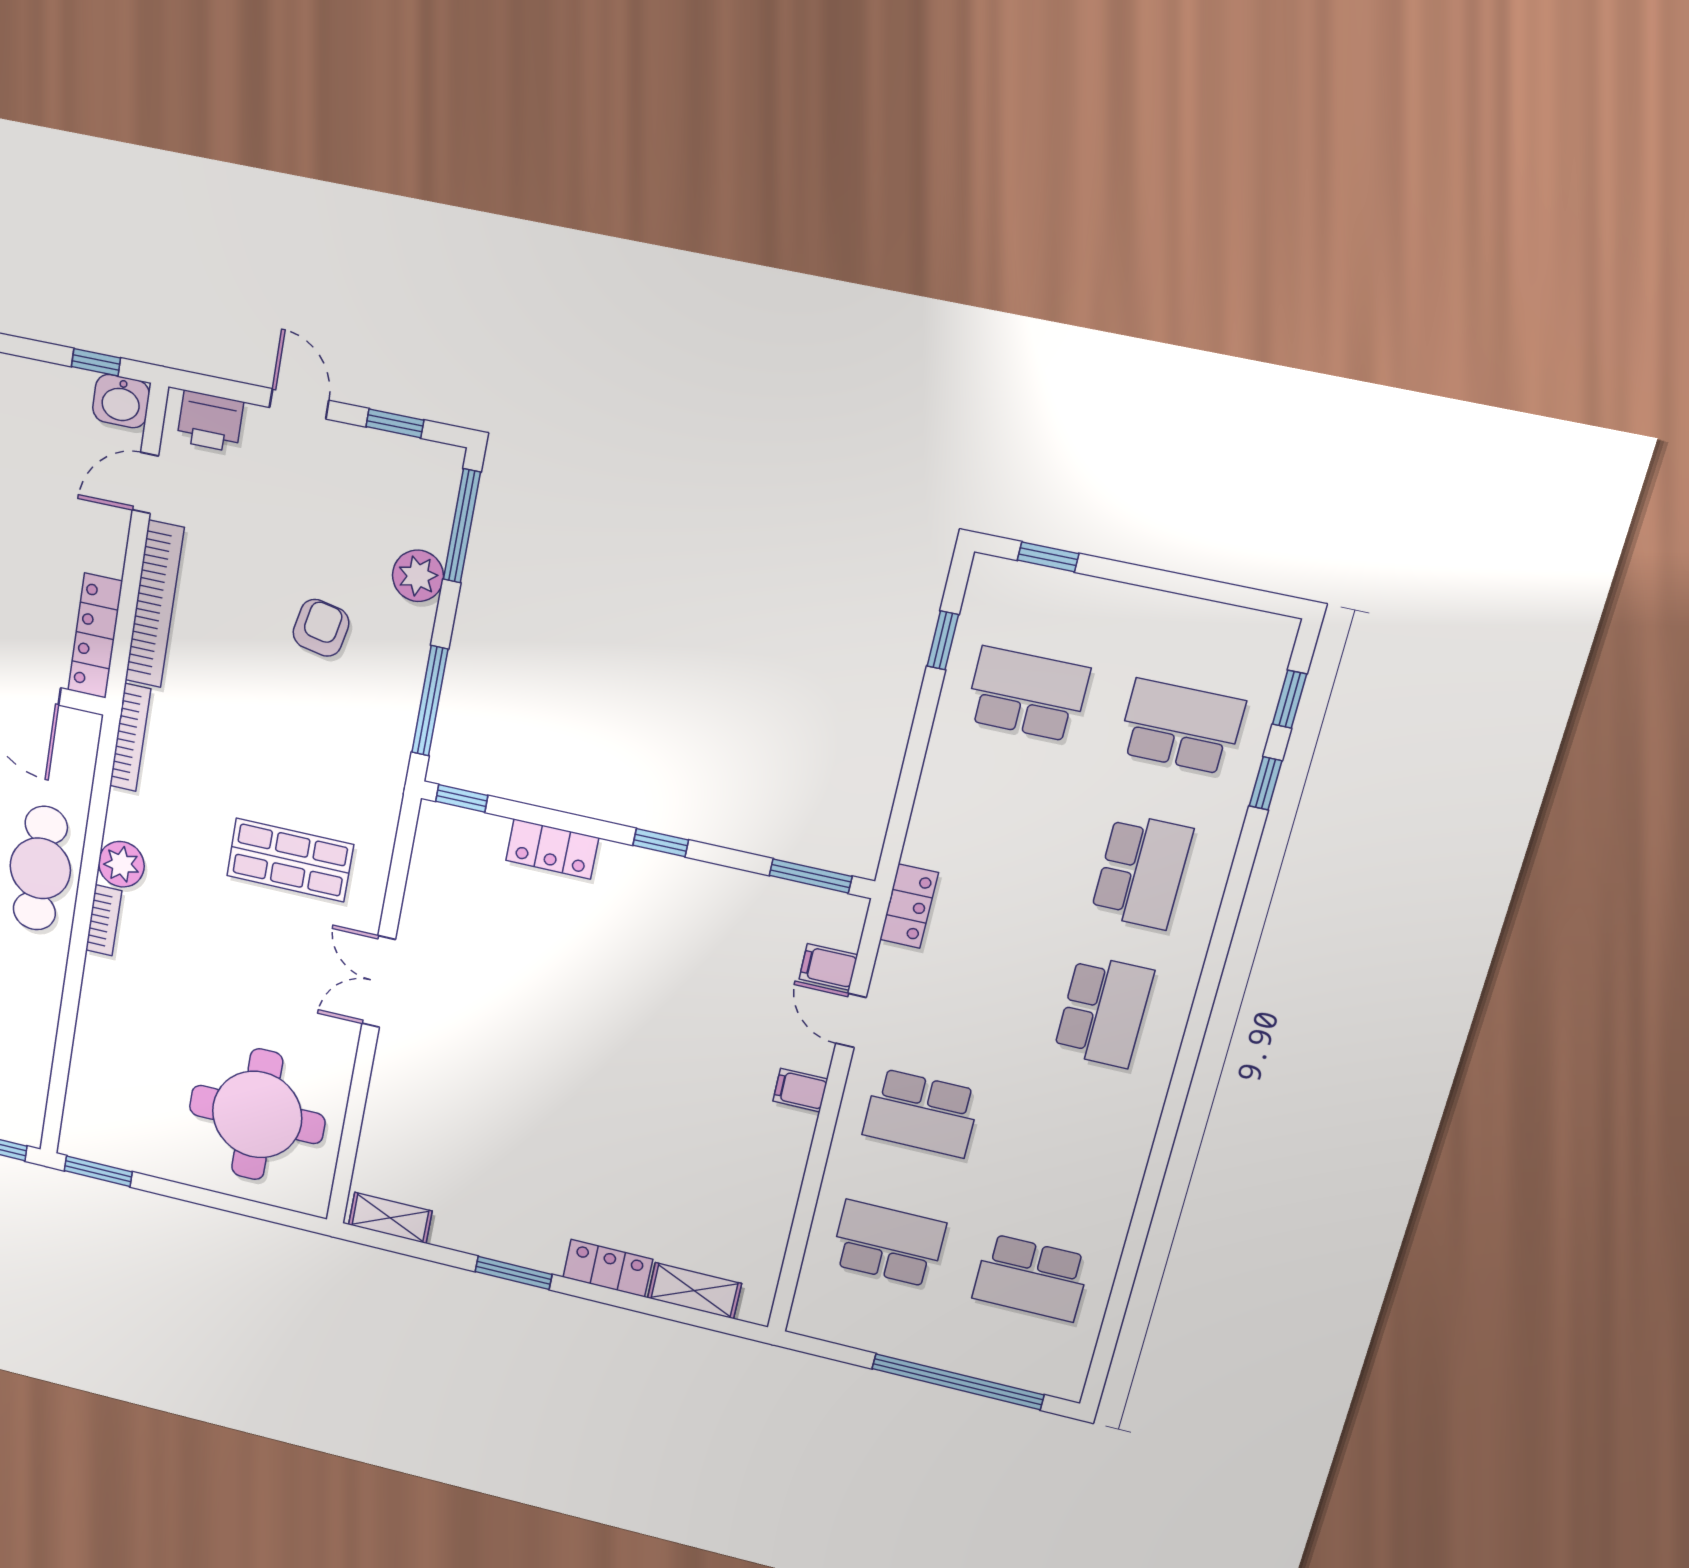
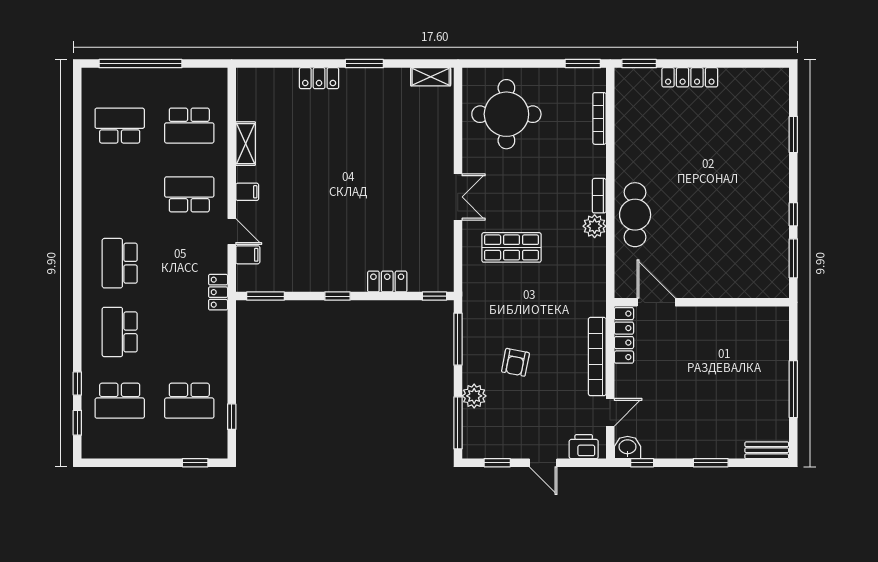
bookcase: (130, 737) -> (599, 118), moved
shelving: (694, 1291) -> (246, 144), moved, turned 90

